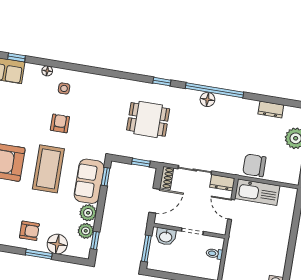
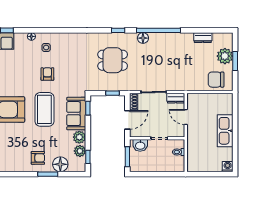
floor lamp: (207, 99) -> (143, 38), moved
chair: (254, 165) -> (216, 80), moved
kitchen sink: (257, 192) -> (225, 131), moved, turned 90

